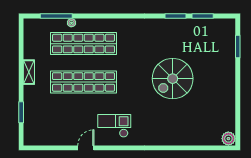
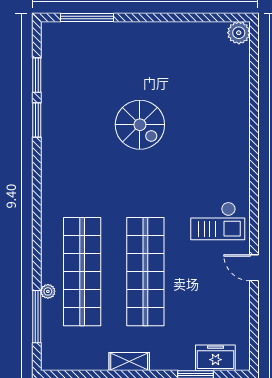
window: (238, 46) -> (87, 17), width x1.44
spiral stairs: (173, 79) -> (140, 125), width x0.73, depth x0.73
freezer: (31, 124) -> (215, 358), added
checkout: (114, 126) -> (218, 221), turned -90

